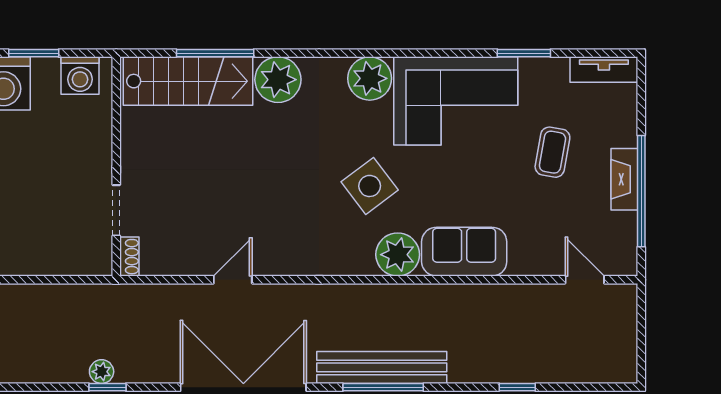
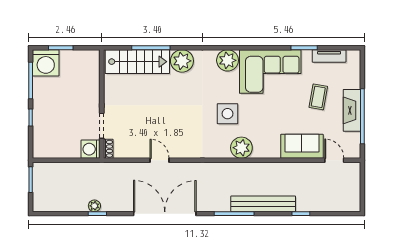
tv unit: (604, 70) -> (329, 56), moved
washing machine: (80, 76) -> (91, 149), moved, turned 90
fireplace: (624, 179) -> (352, 110), width x1.37, depth x1.32
side table: (370, 186) -> (228, 114), turned 37
sofa: (464, 252) -> (302, 146), moved
door: (233, 280) -> (160, 160), hinge flipped
bench: (382, 367) -> (263, 204), moved

